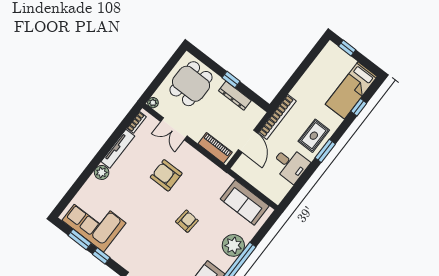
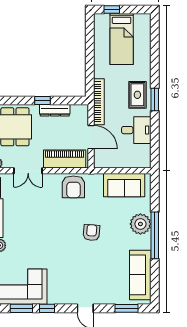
bed: (351, 90) -> (122, 39), moved
window: (359, 107) -> (155, 47), removed
piano: (215, 148) -> (65, 159), width x1.37, depth x1.33
armchair: (166, 175) -> (73, 187), moved, turned -90

